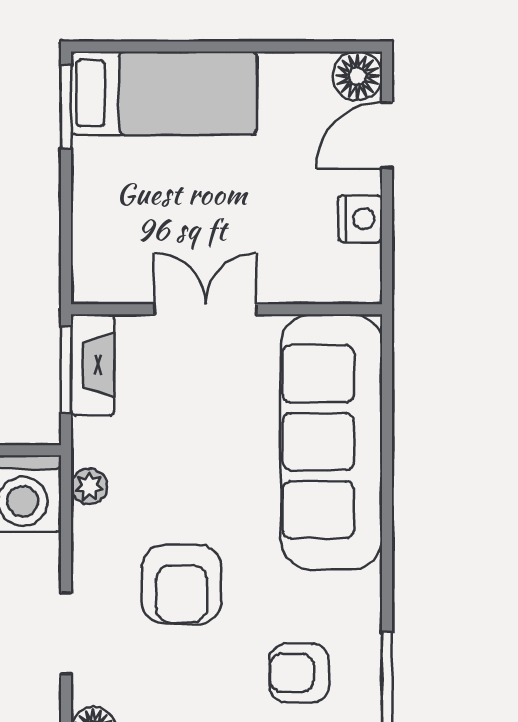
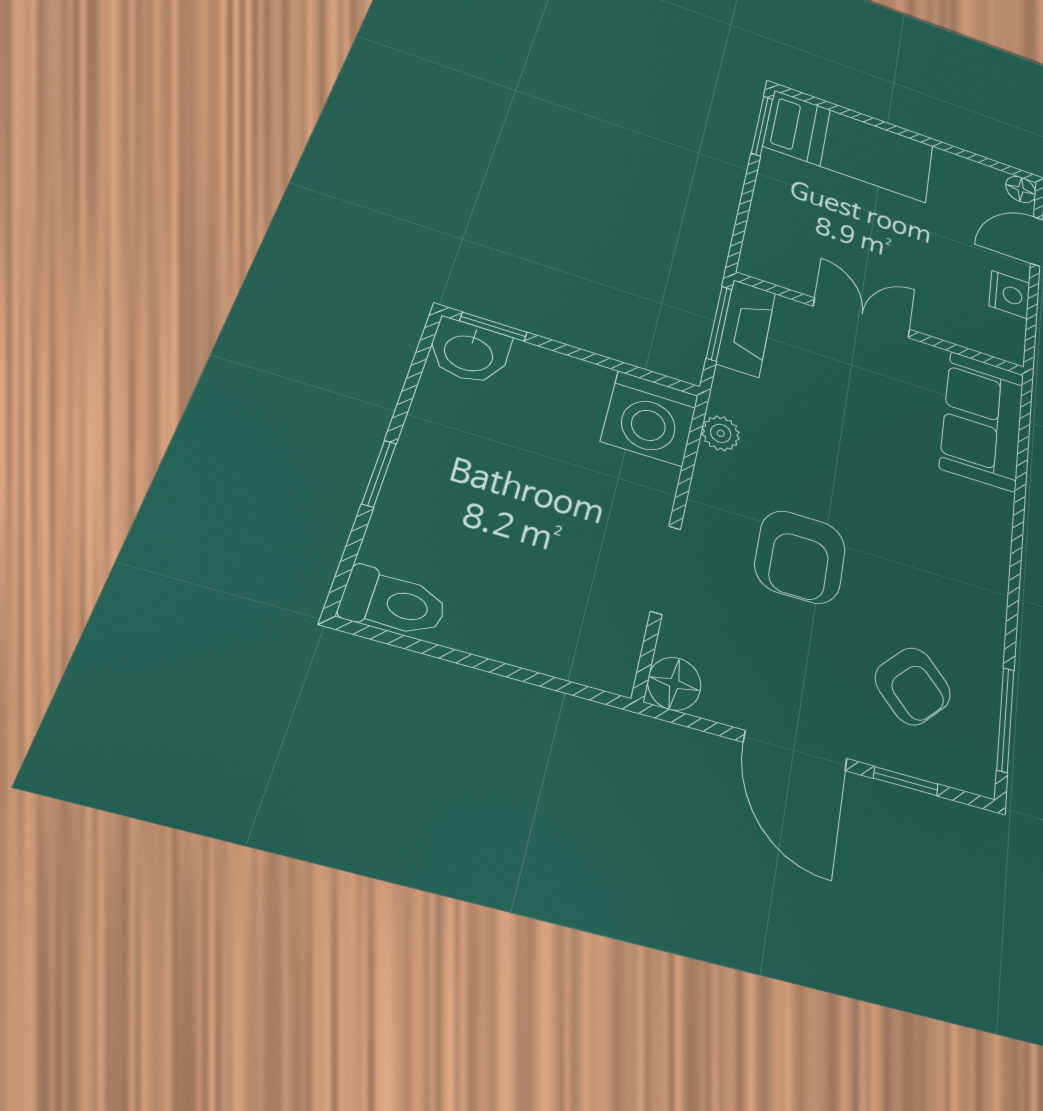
floor lamp: (357, 76) -> (1021, 189), width x0.73, depth x0.73
sofa: (331, 442) -> (982, 420), width x0.54, depth x0.79
armchair: (299, 673) -> (913, 686), turned -136

